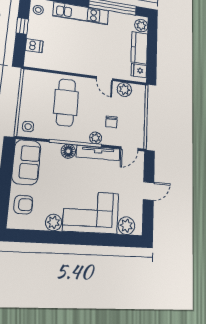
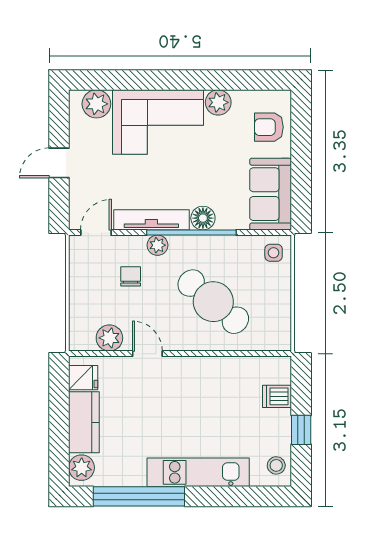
cafe table: (66, 102) -> (213, 302), turned -50

